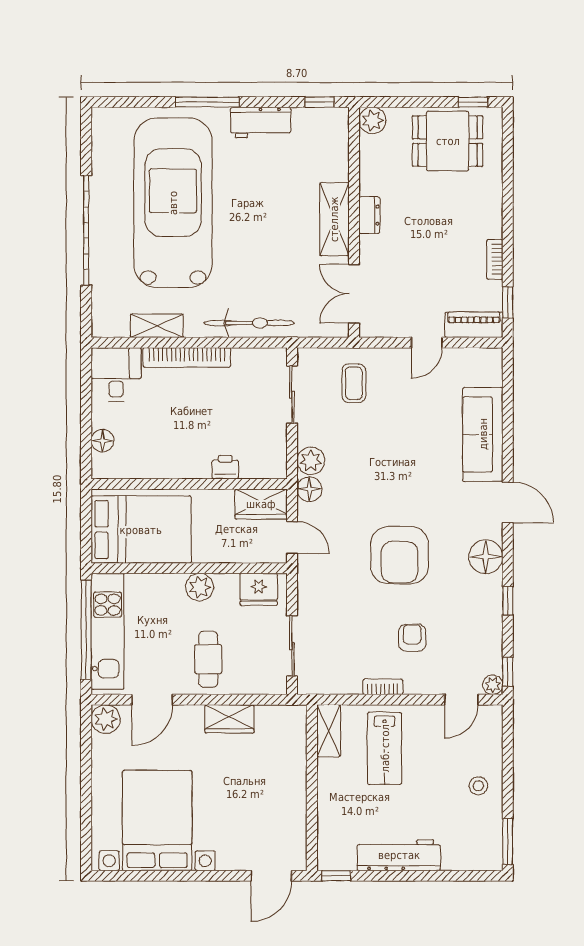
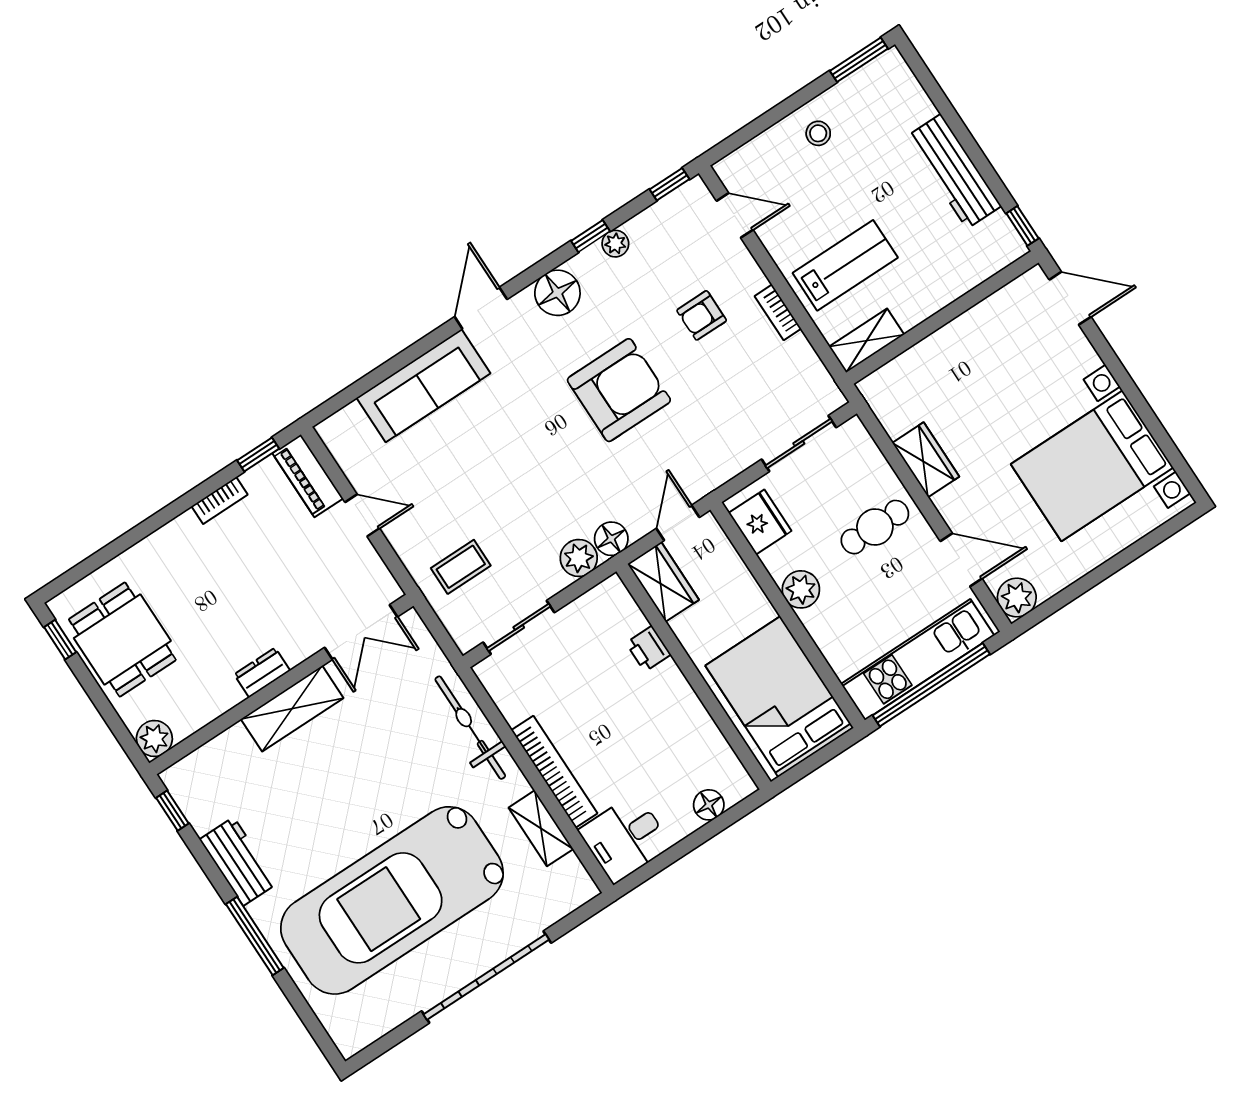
plant: (493, 685) -> (615, 244), moved

